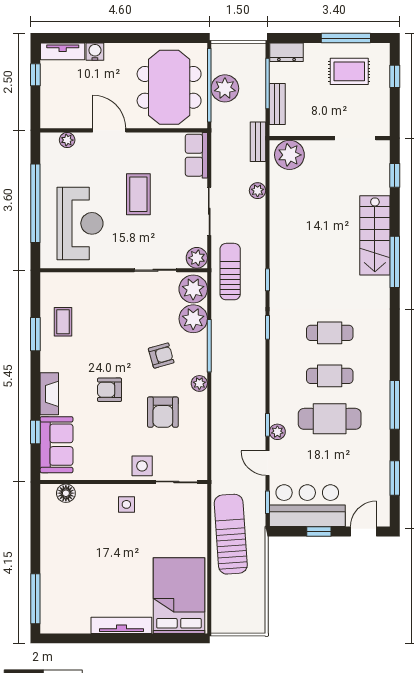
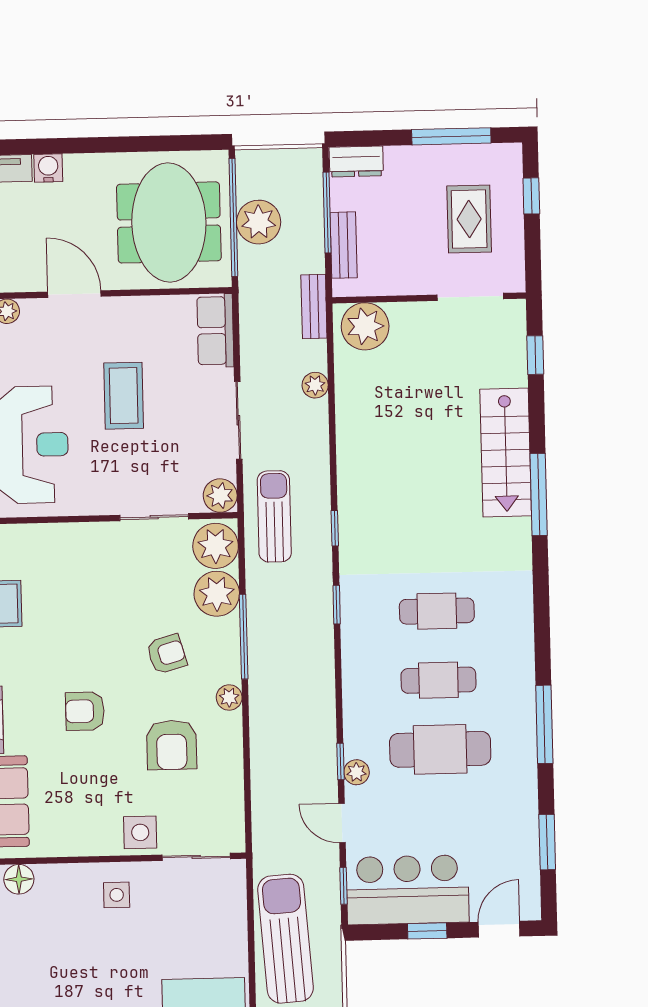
rug: (349, 71) -> (469, 219), moved, turned 90

